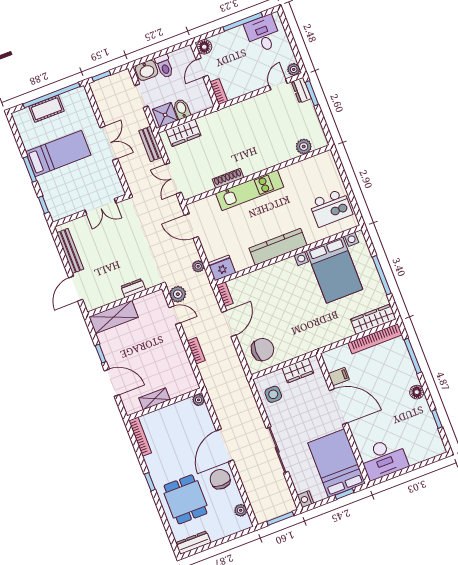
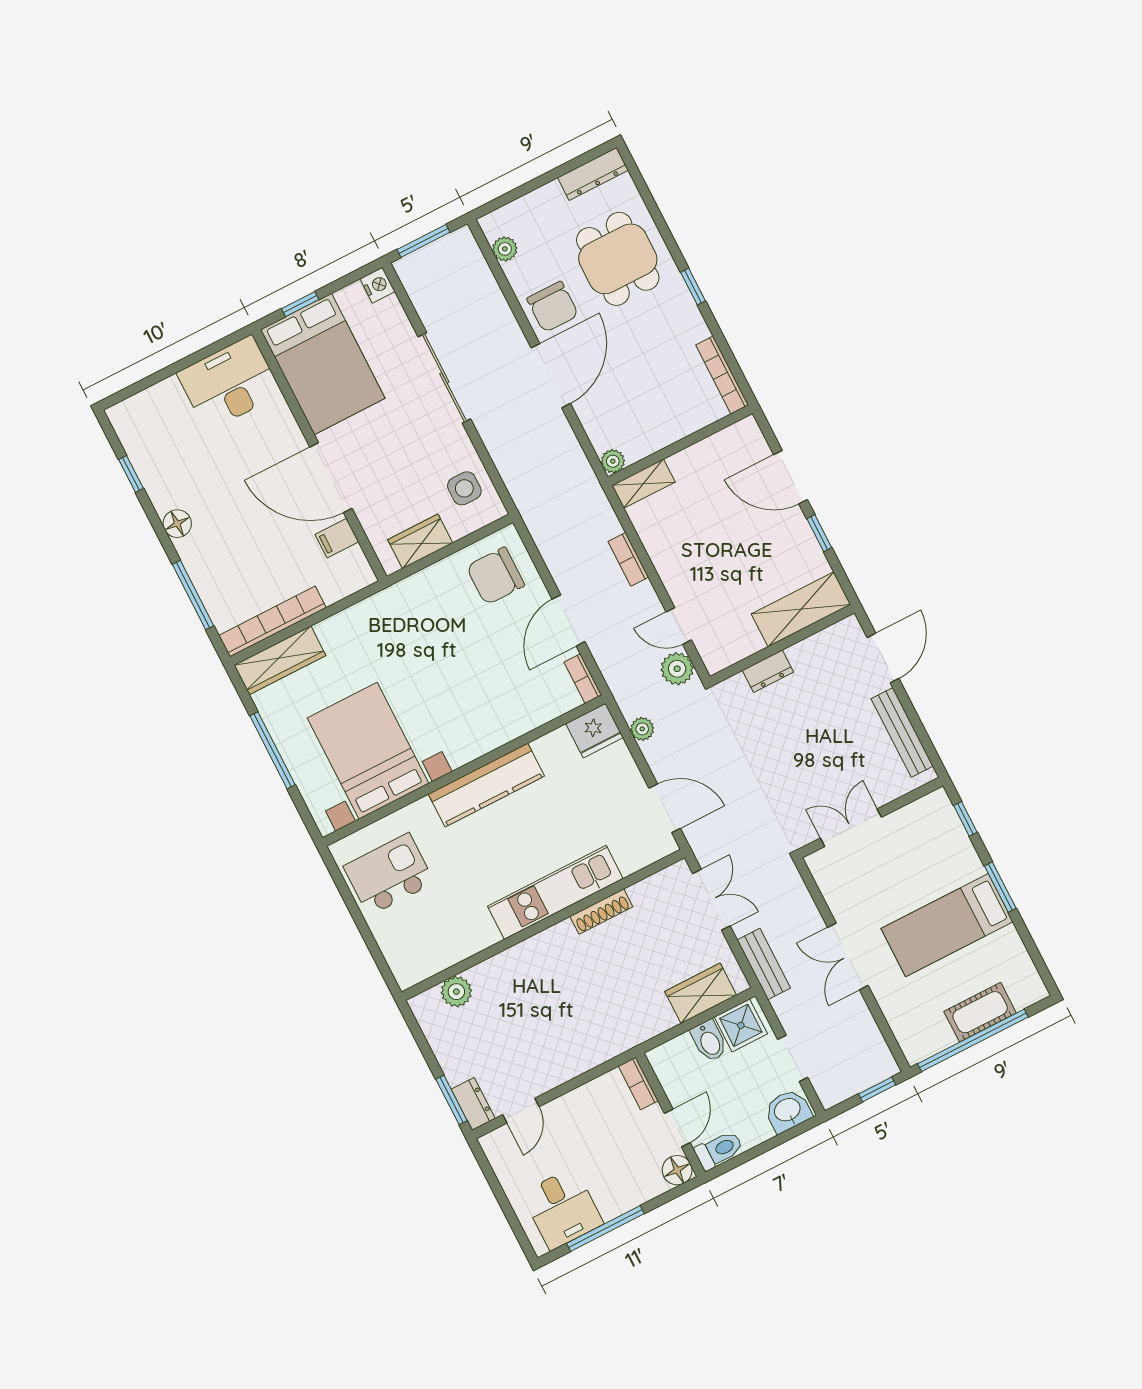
toilet: (164, 66) -> (719, 1150), moved, turned 90
plant: (294, 69) -> (493, 1144), removed
shelving: (154, 399) -> (644, 484), moved

